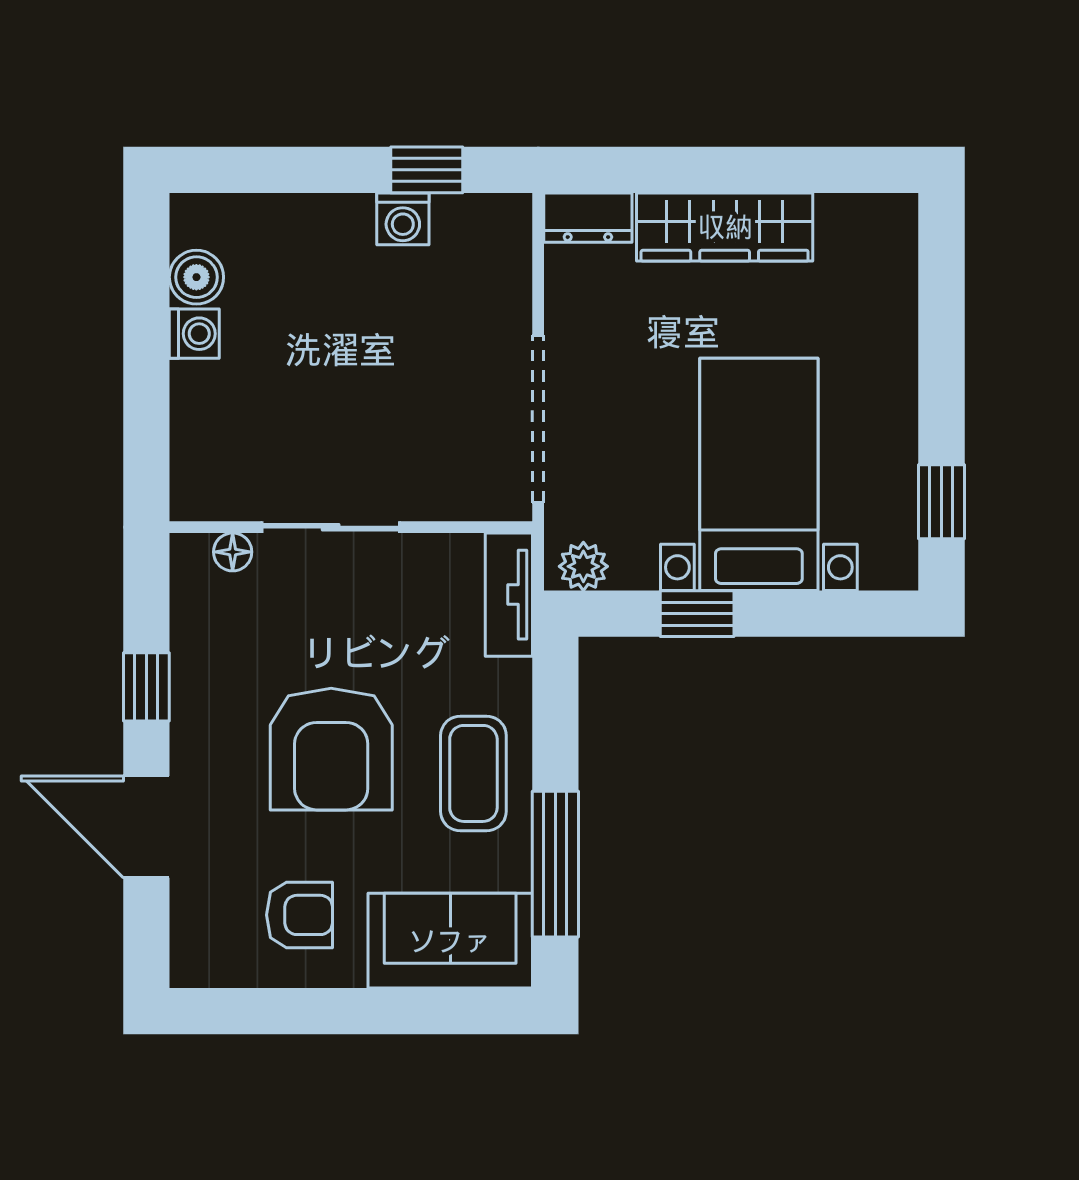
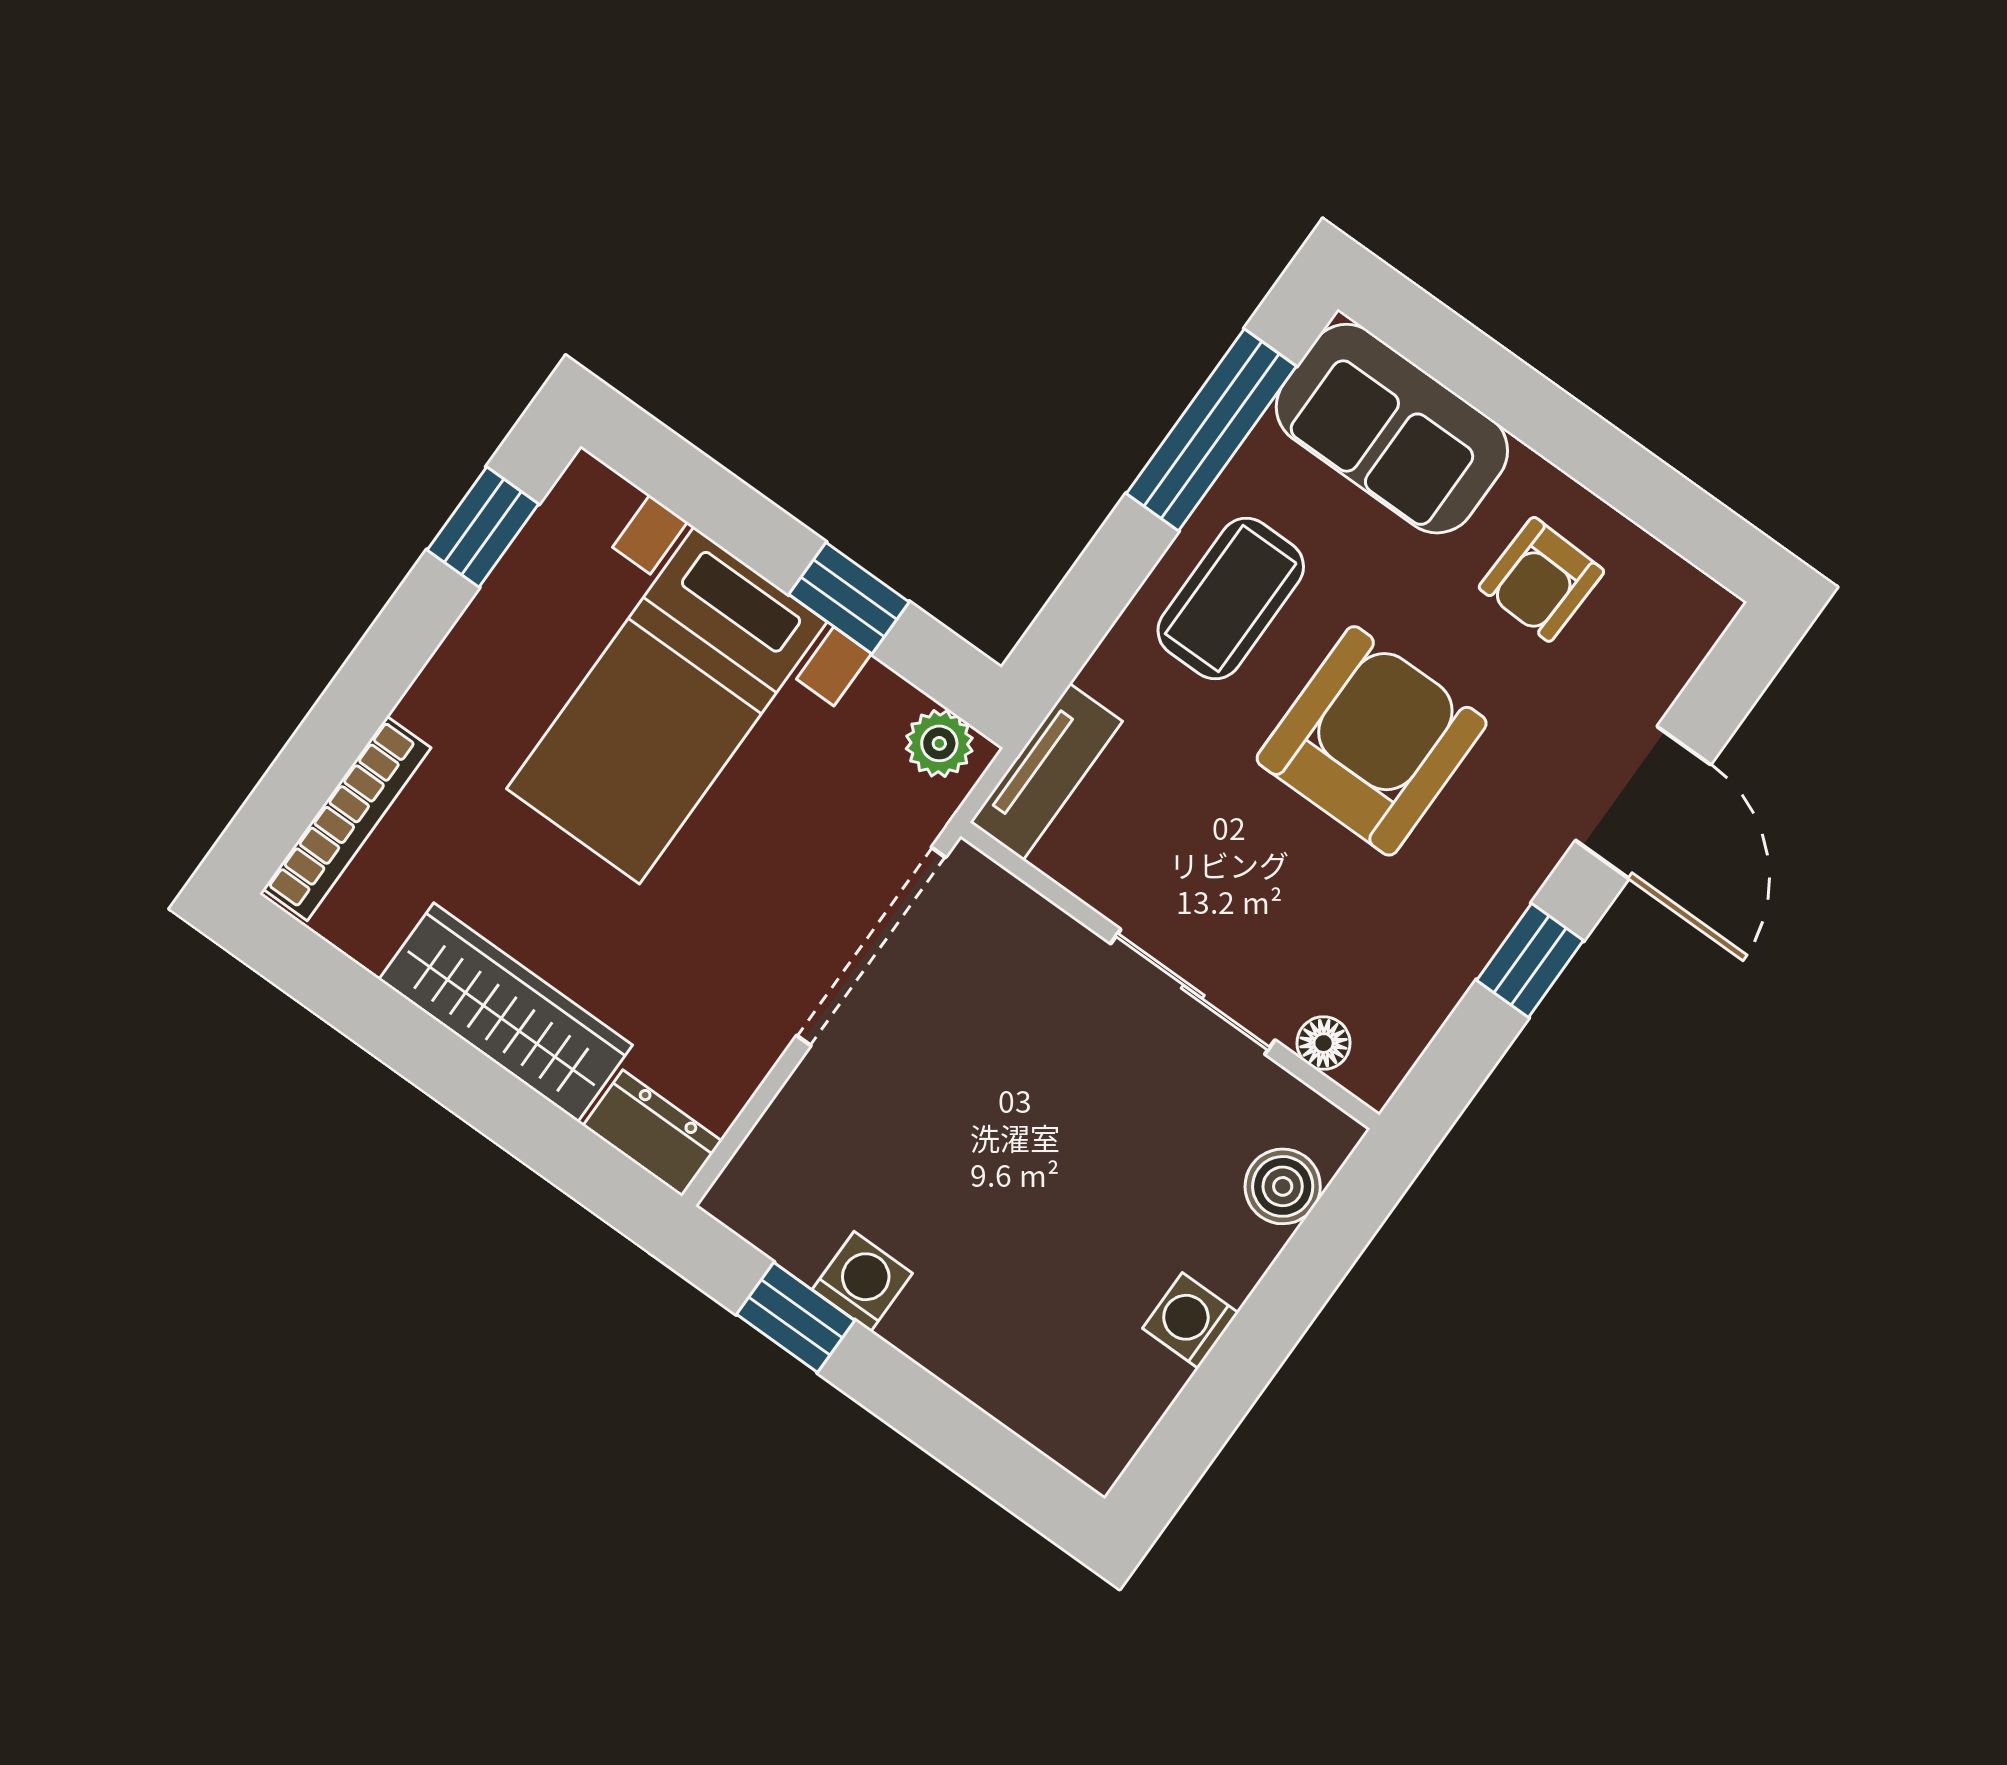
bookcase: (899, 274) -> (347, 818), added
boiler: (196, 277) -> (1283, 1186), moved
armchair: (299, 915) -> (1541, 579), turned -88

